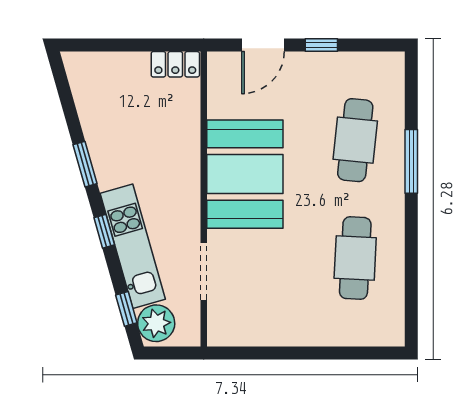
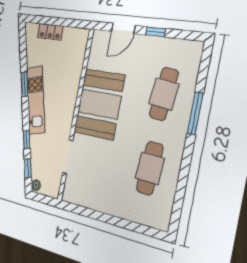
locker: (175, 64) -> (50, 32), moved
window: (104, 231) -> (27, 140), moved
kitchen unit: (133, 246) -> (36, 100), moved
plant: (156, 323) -> (36, 185), width x0.53, depth x0.53

